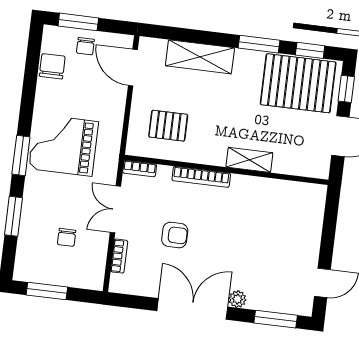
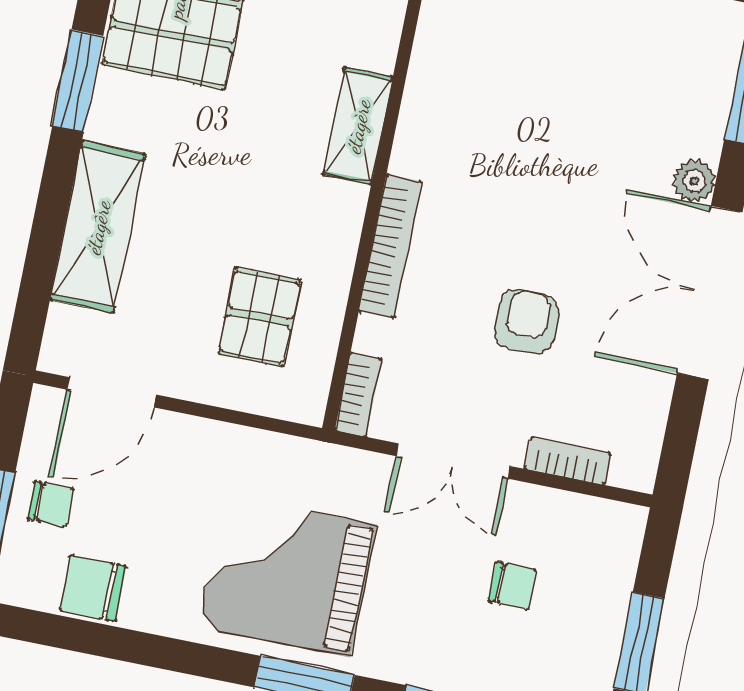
grand piano: (63, 145) -> (287, 576), turned 90

